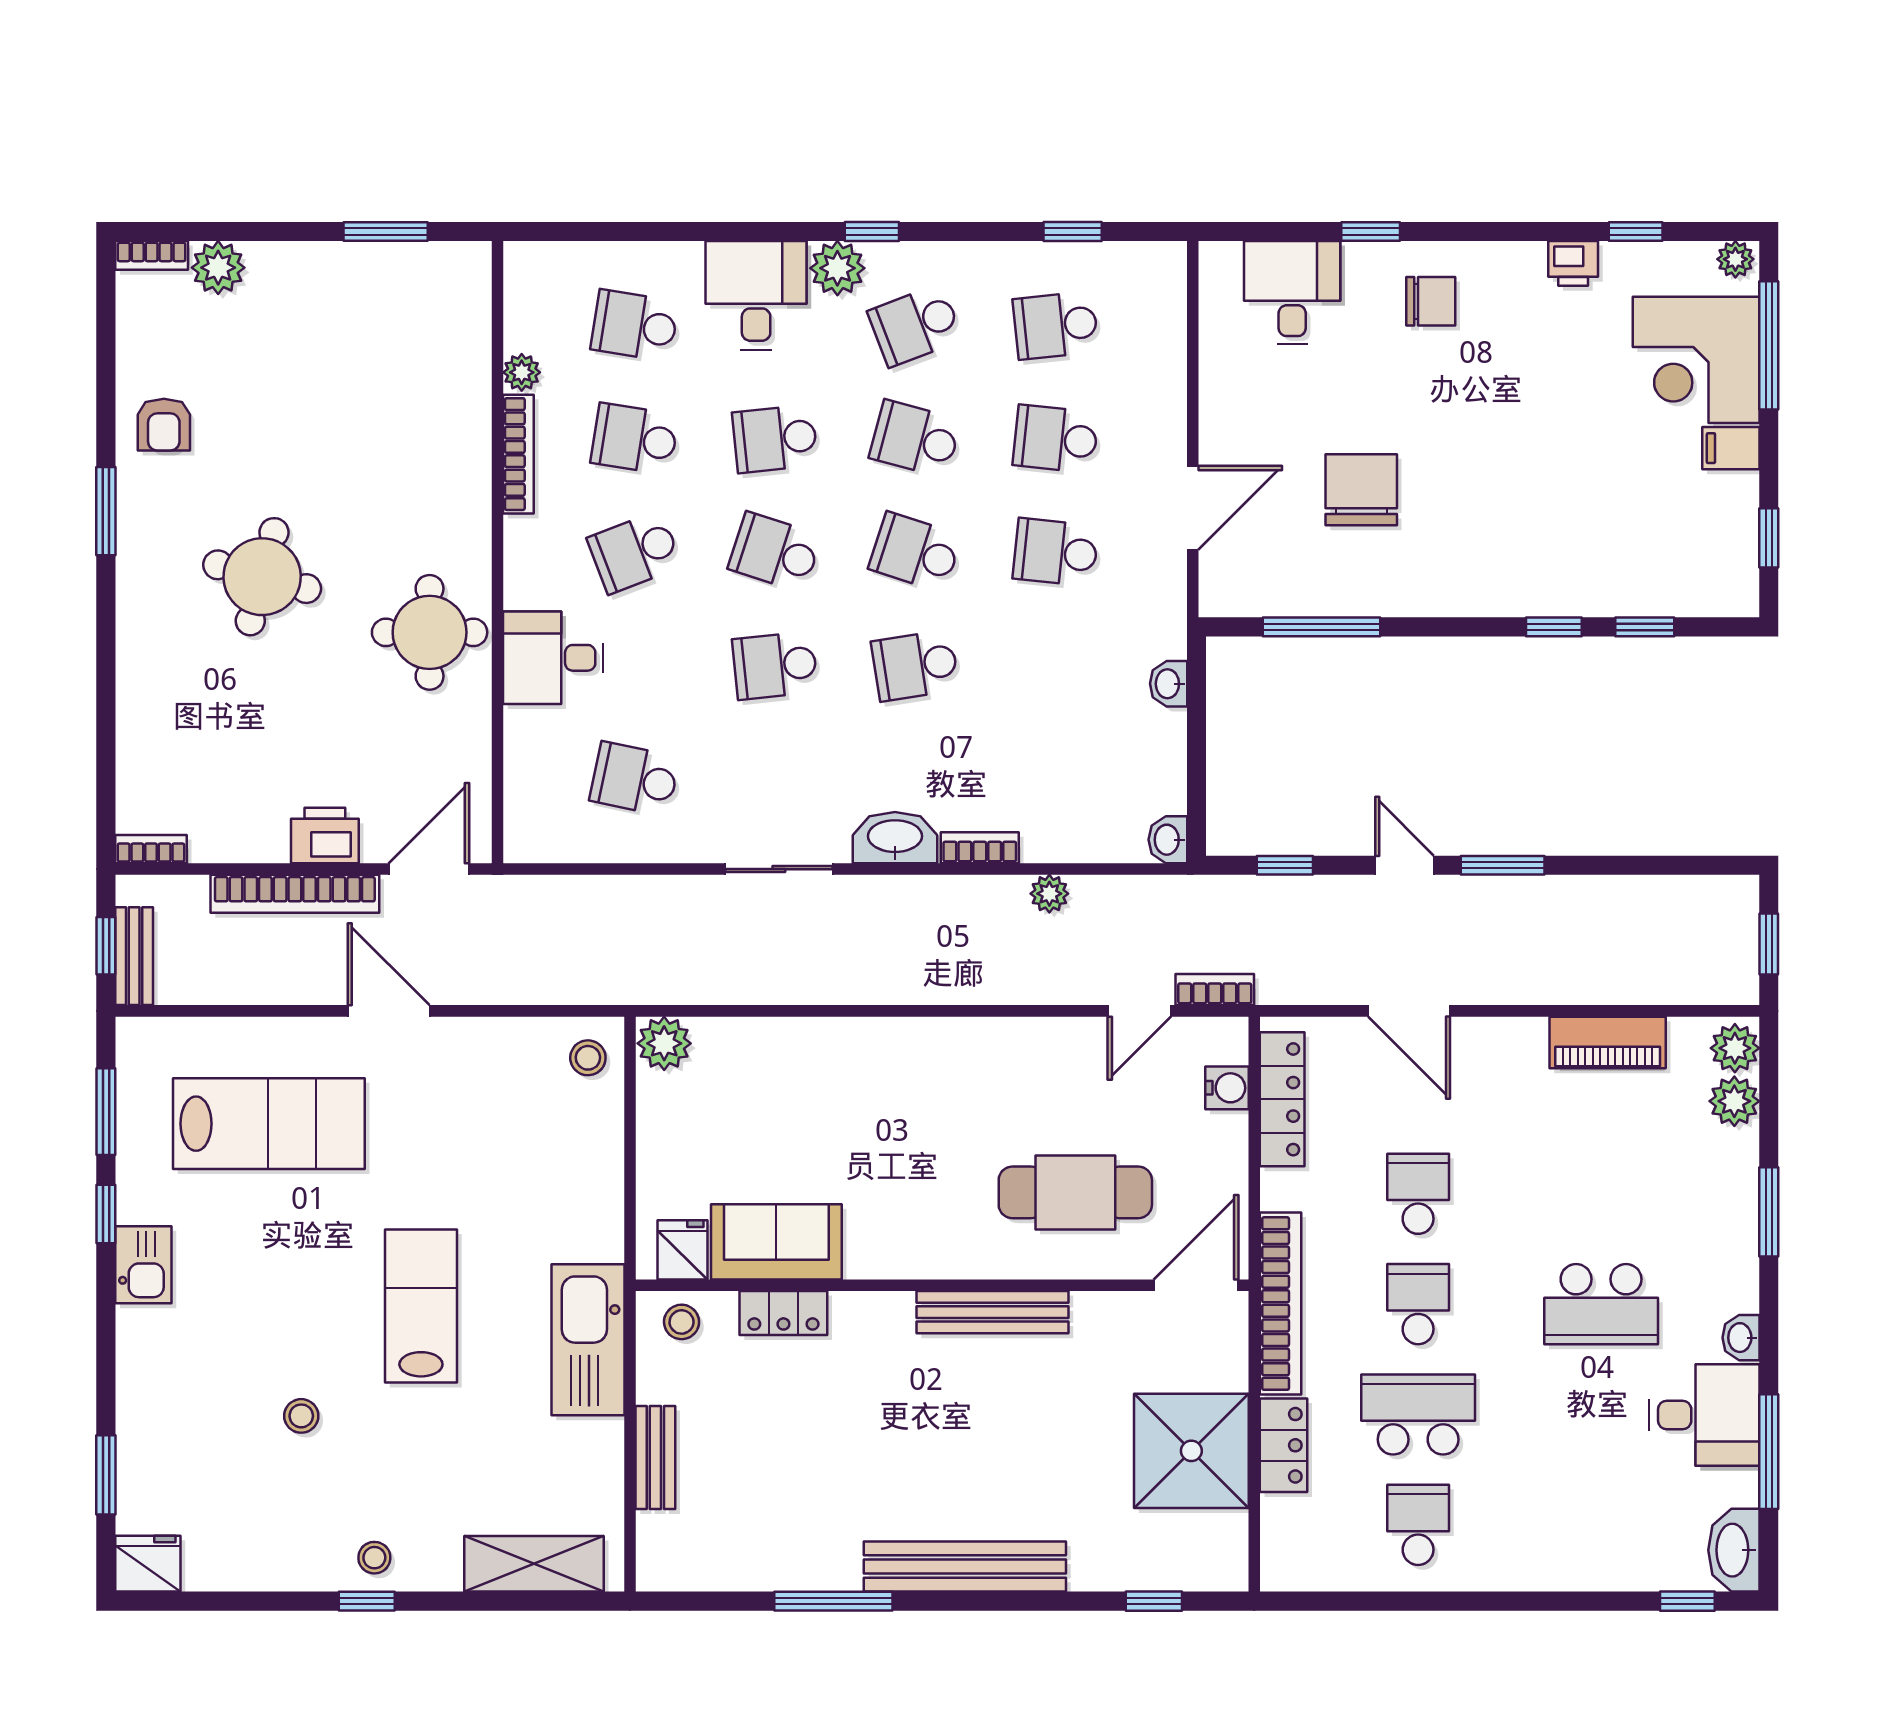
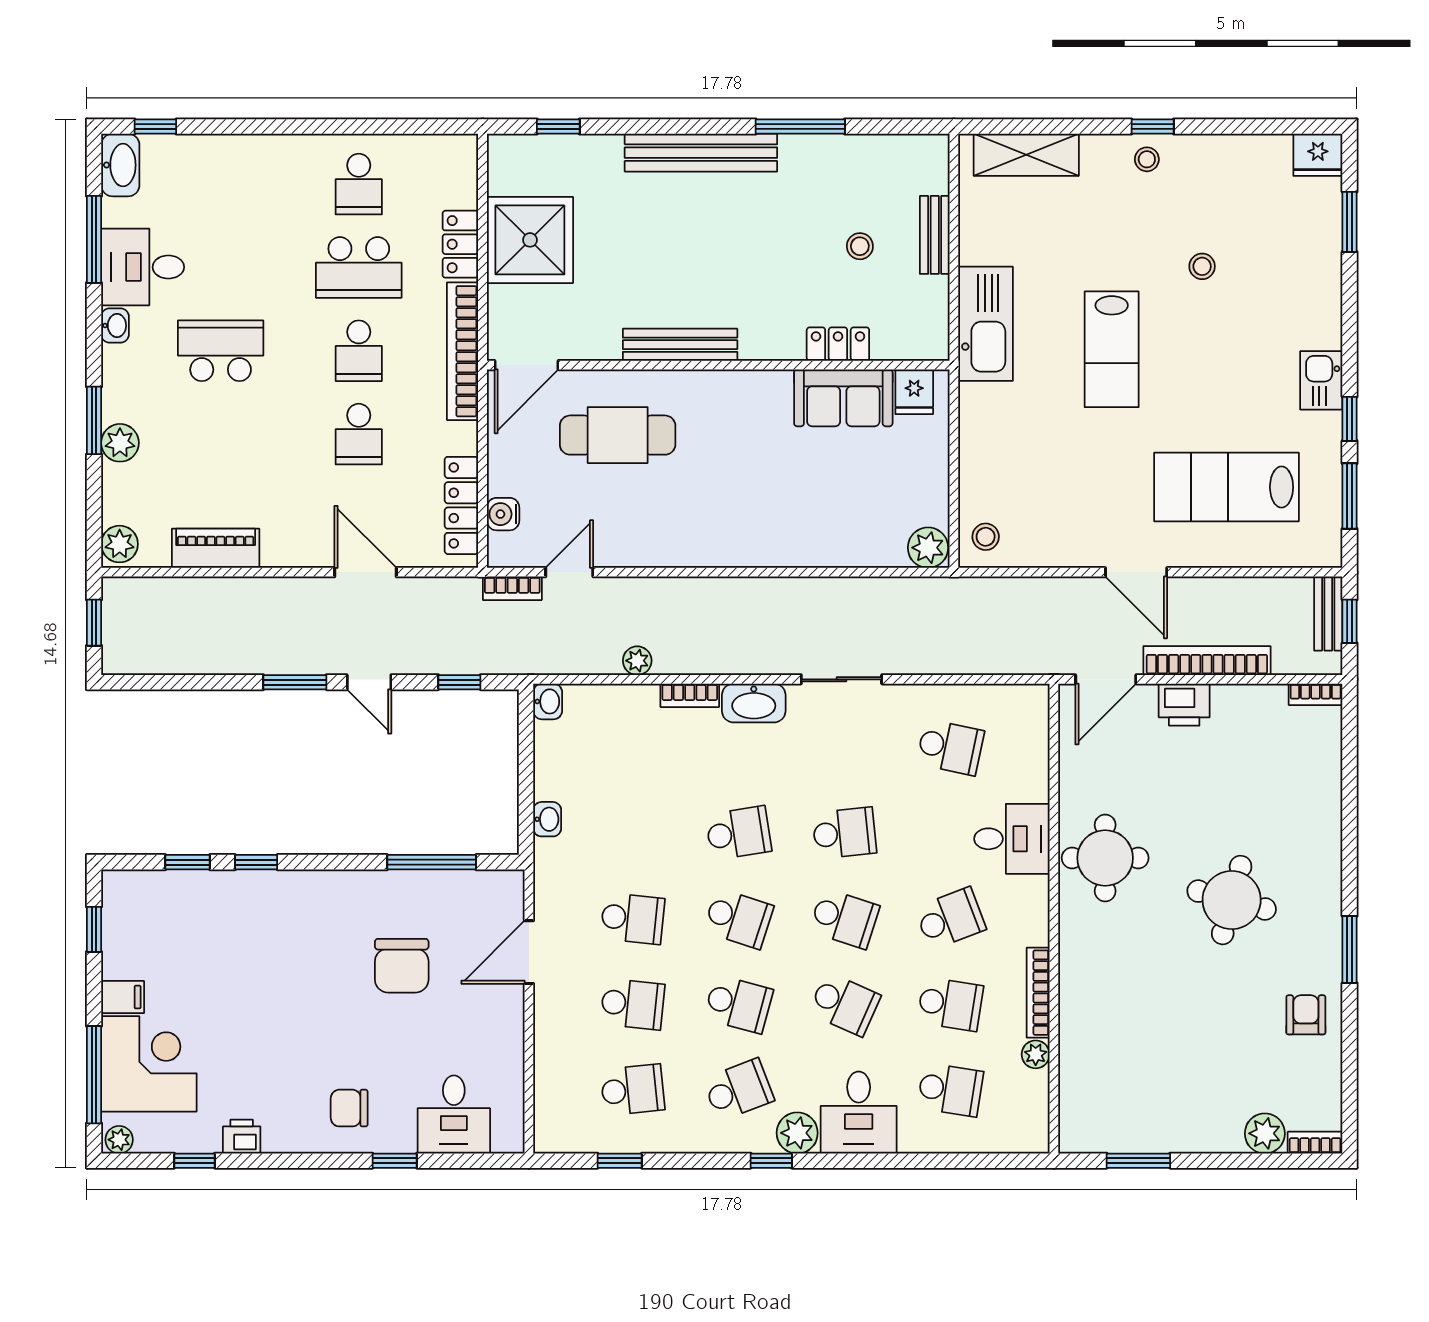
school desk: (775, 439) -> (844, 1004), turned 30
plant: (1734, 1101) -> (120, 443), moved
stool: (682, 1322) -> (860, 246), moved

